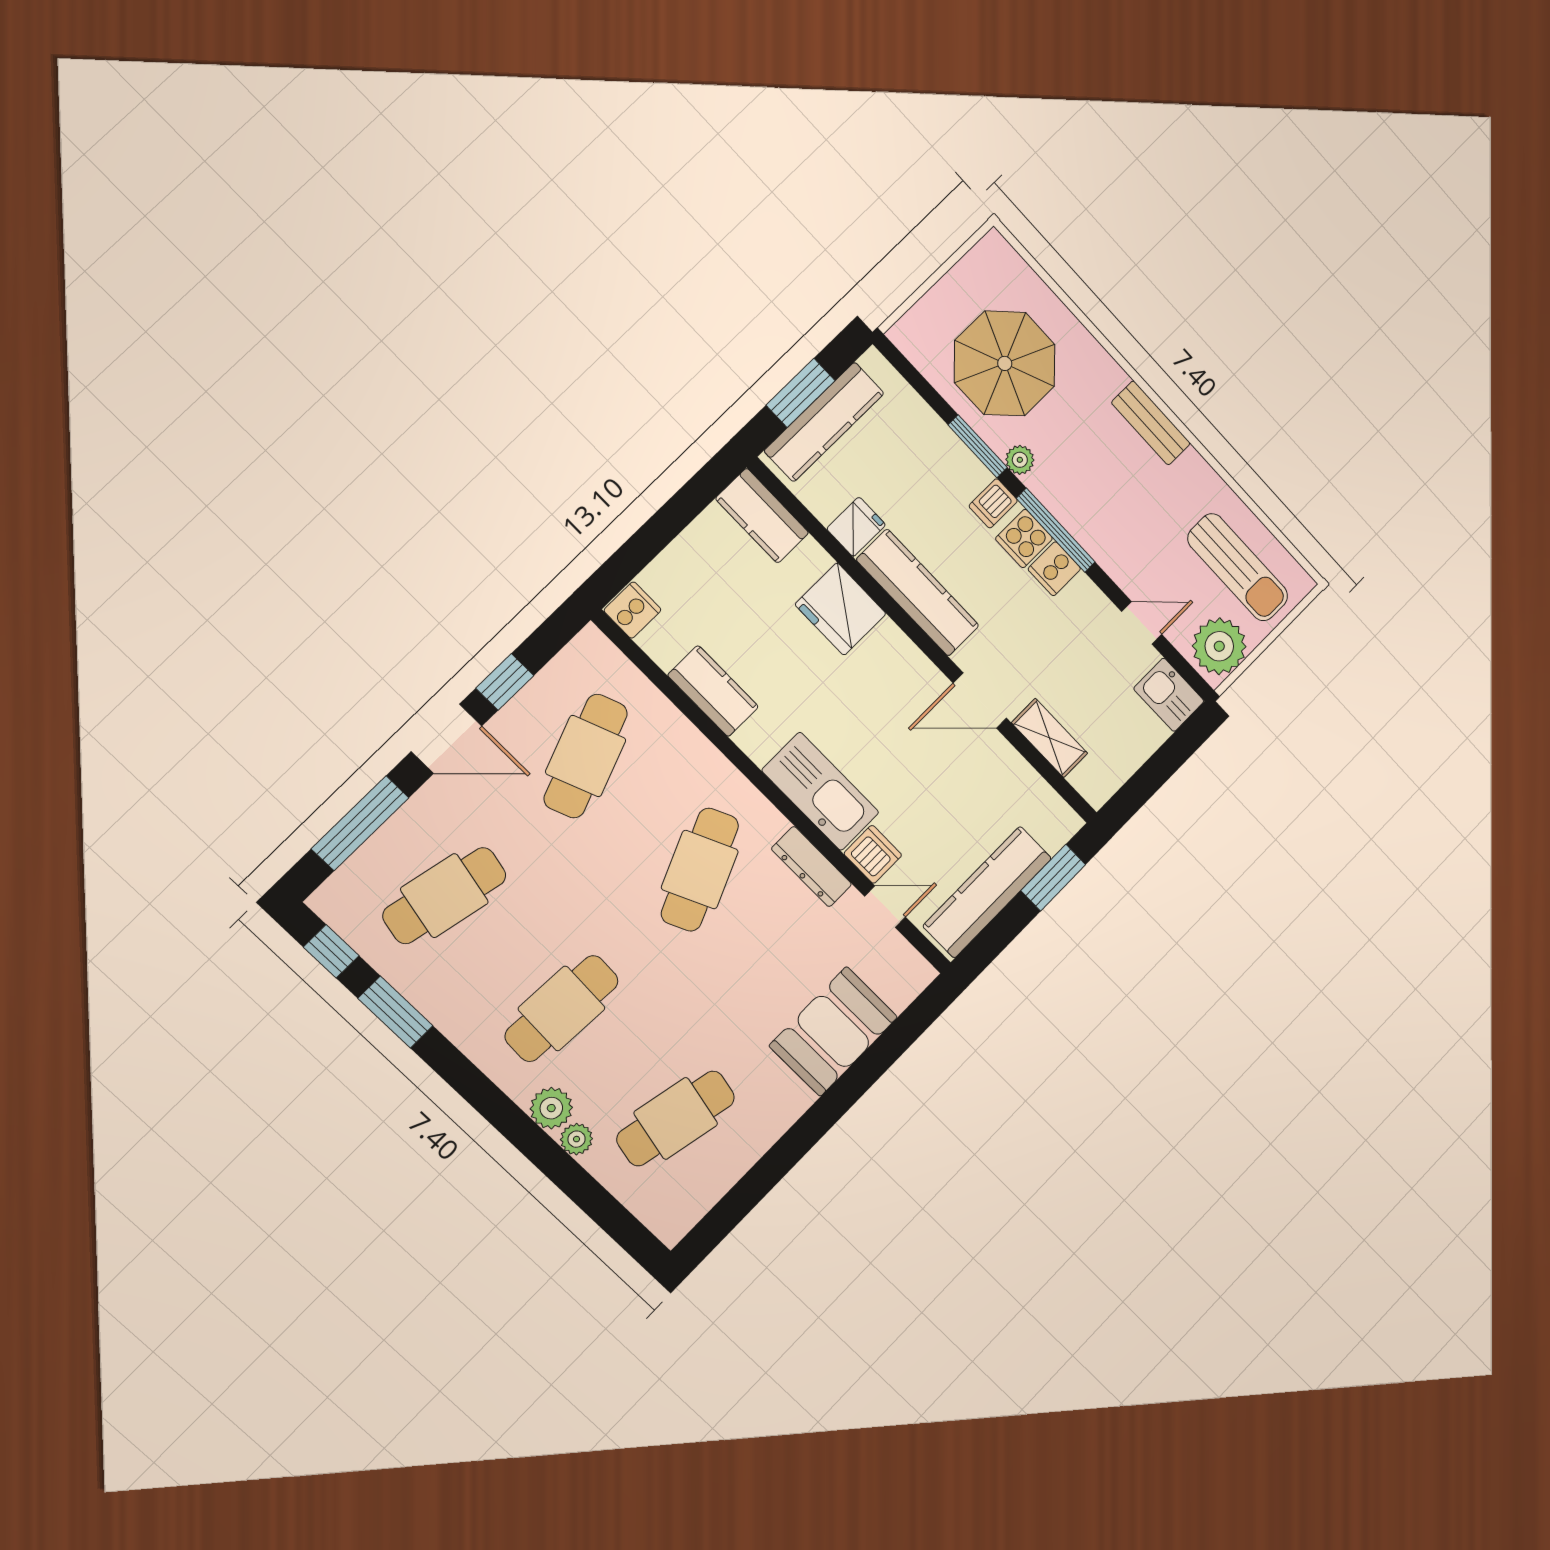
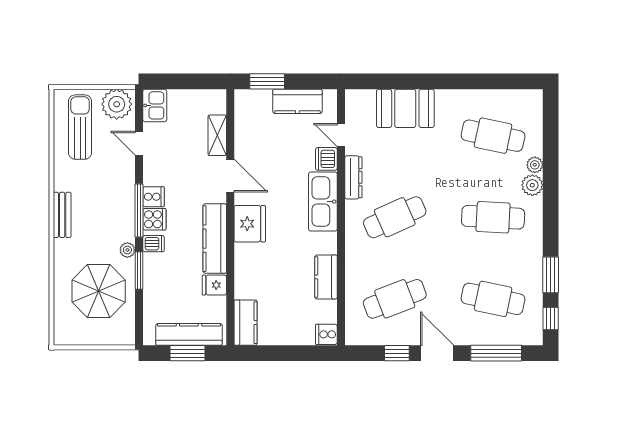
fridge: (841, 609) -> (250, 224), moved
kitchen counter: (987, 892) -> (297, 101), width x0.67

